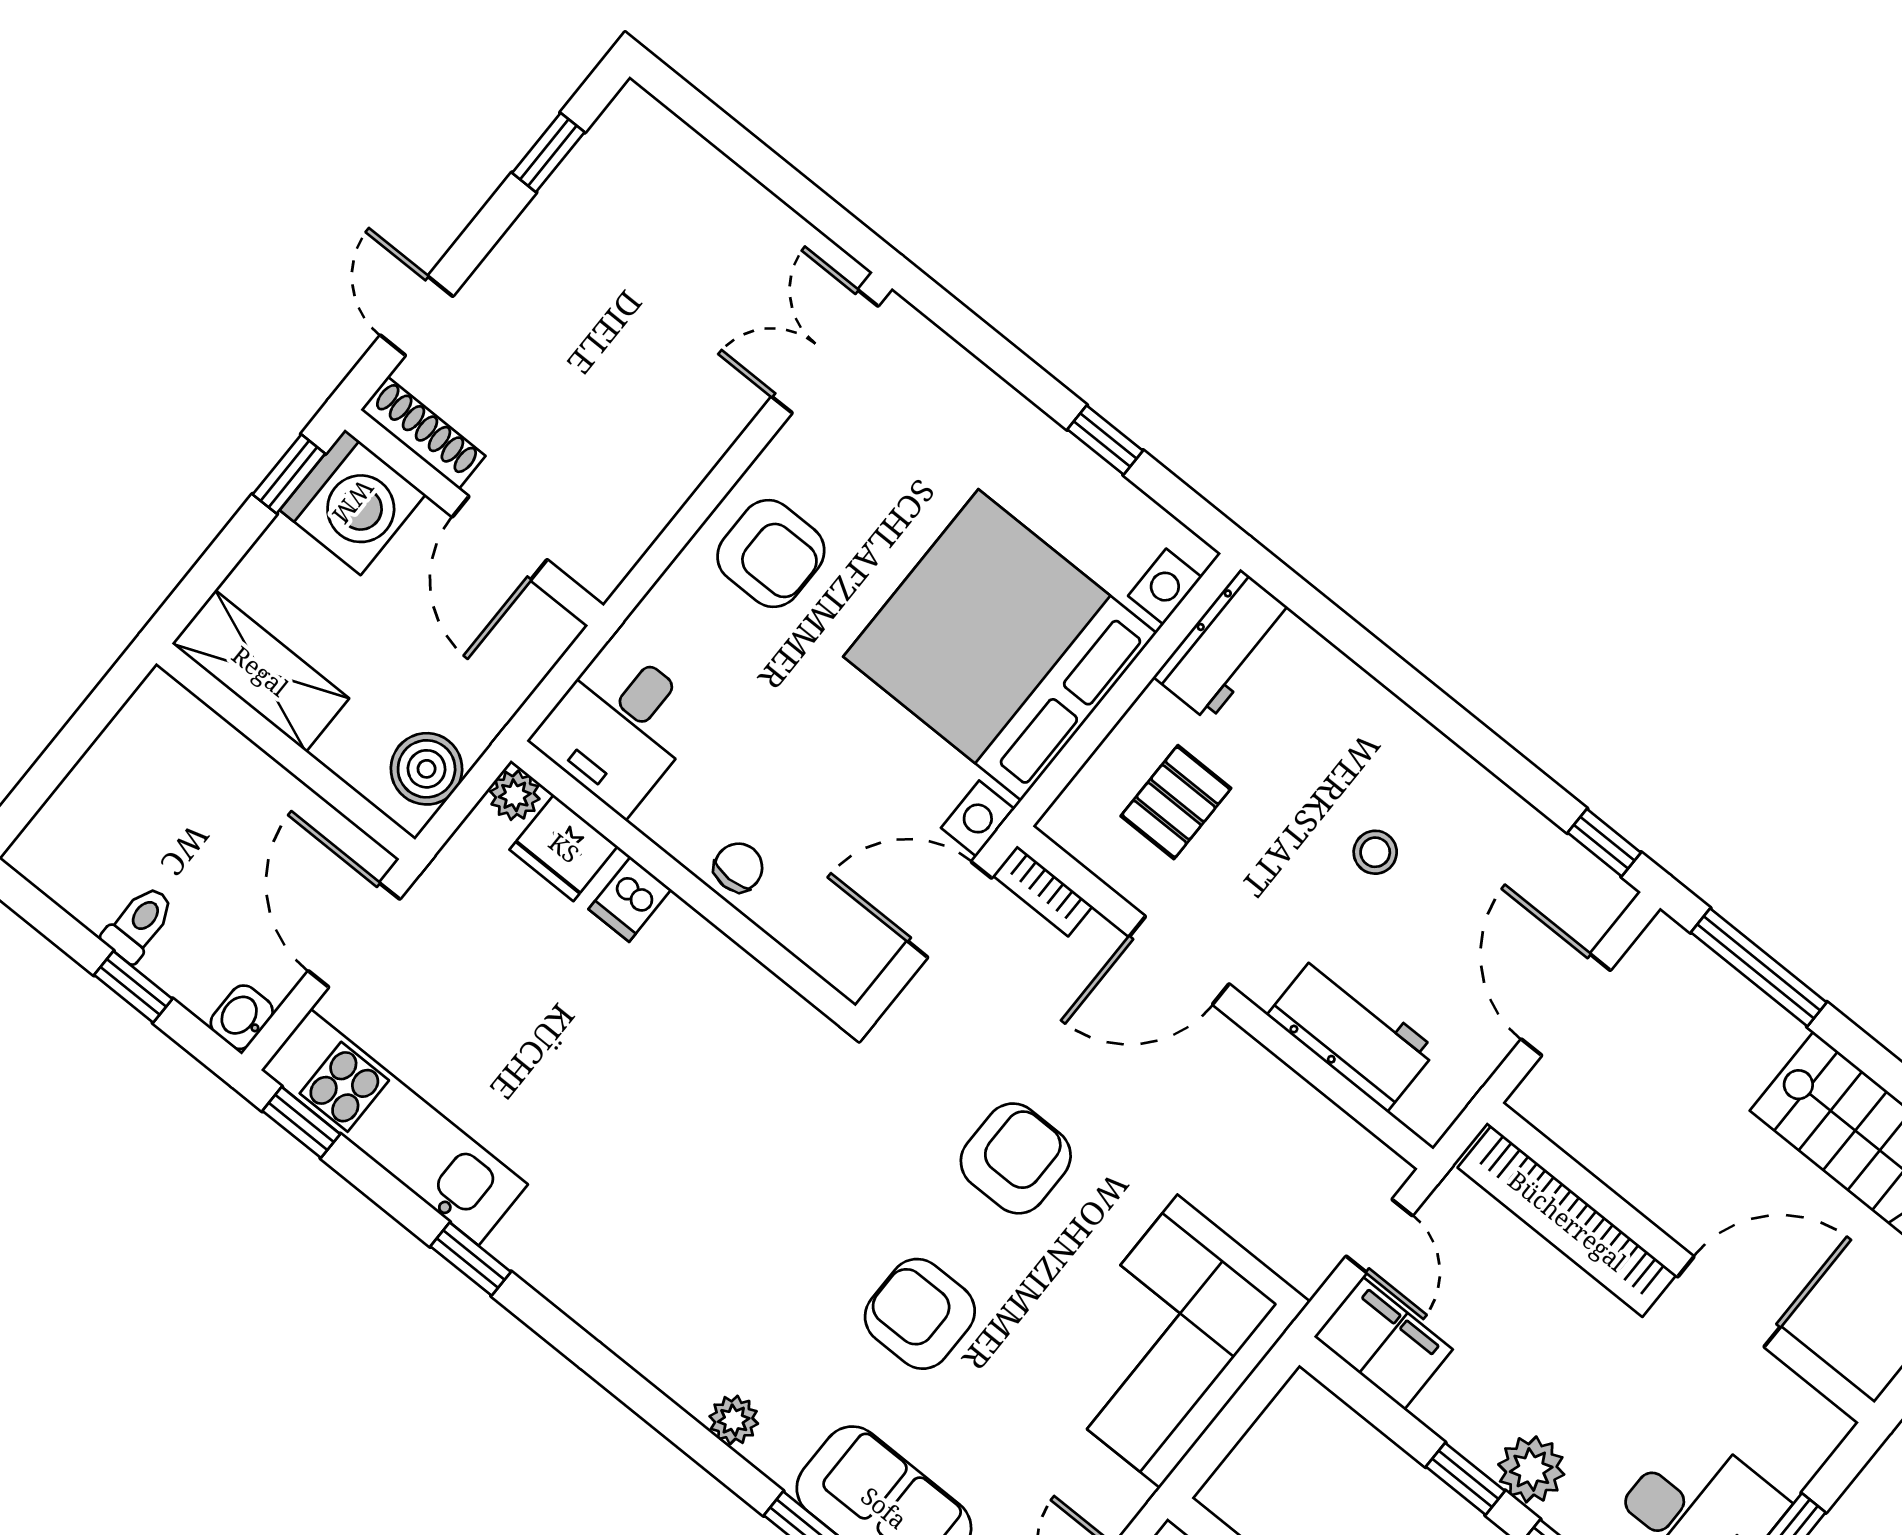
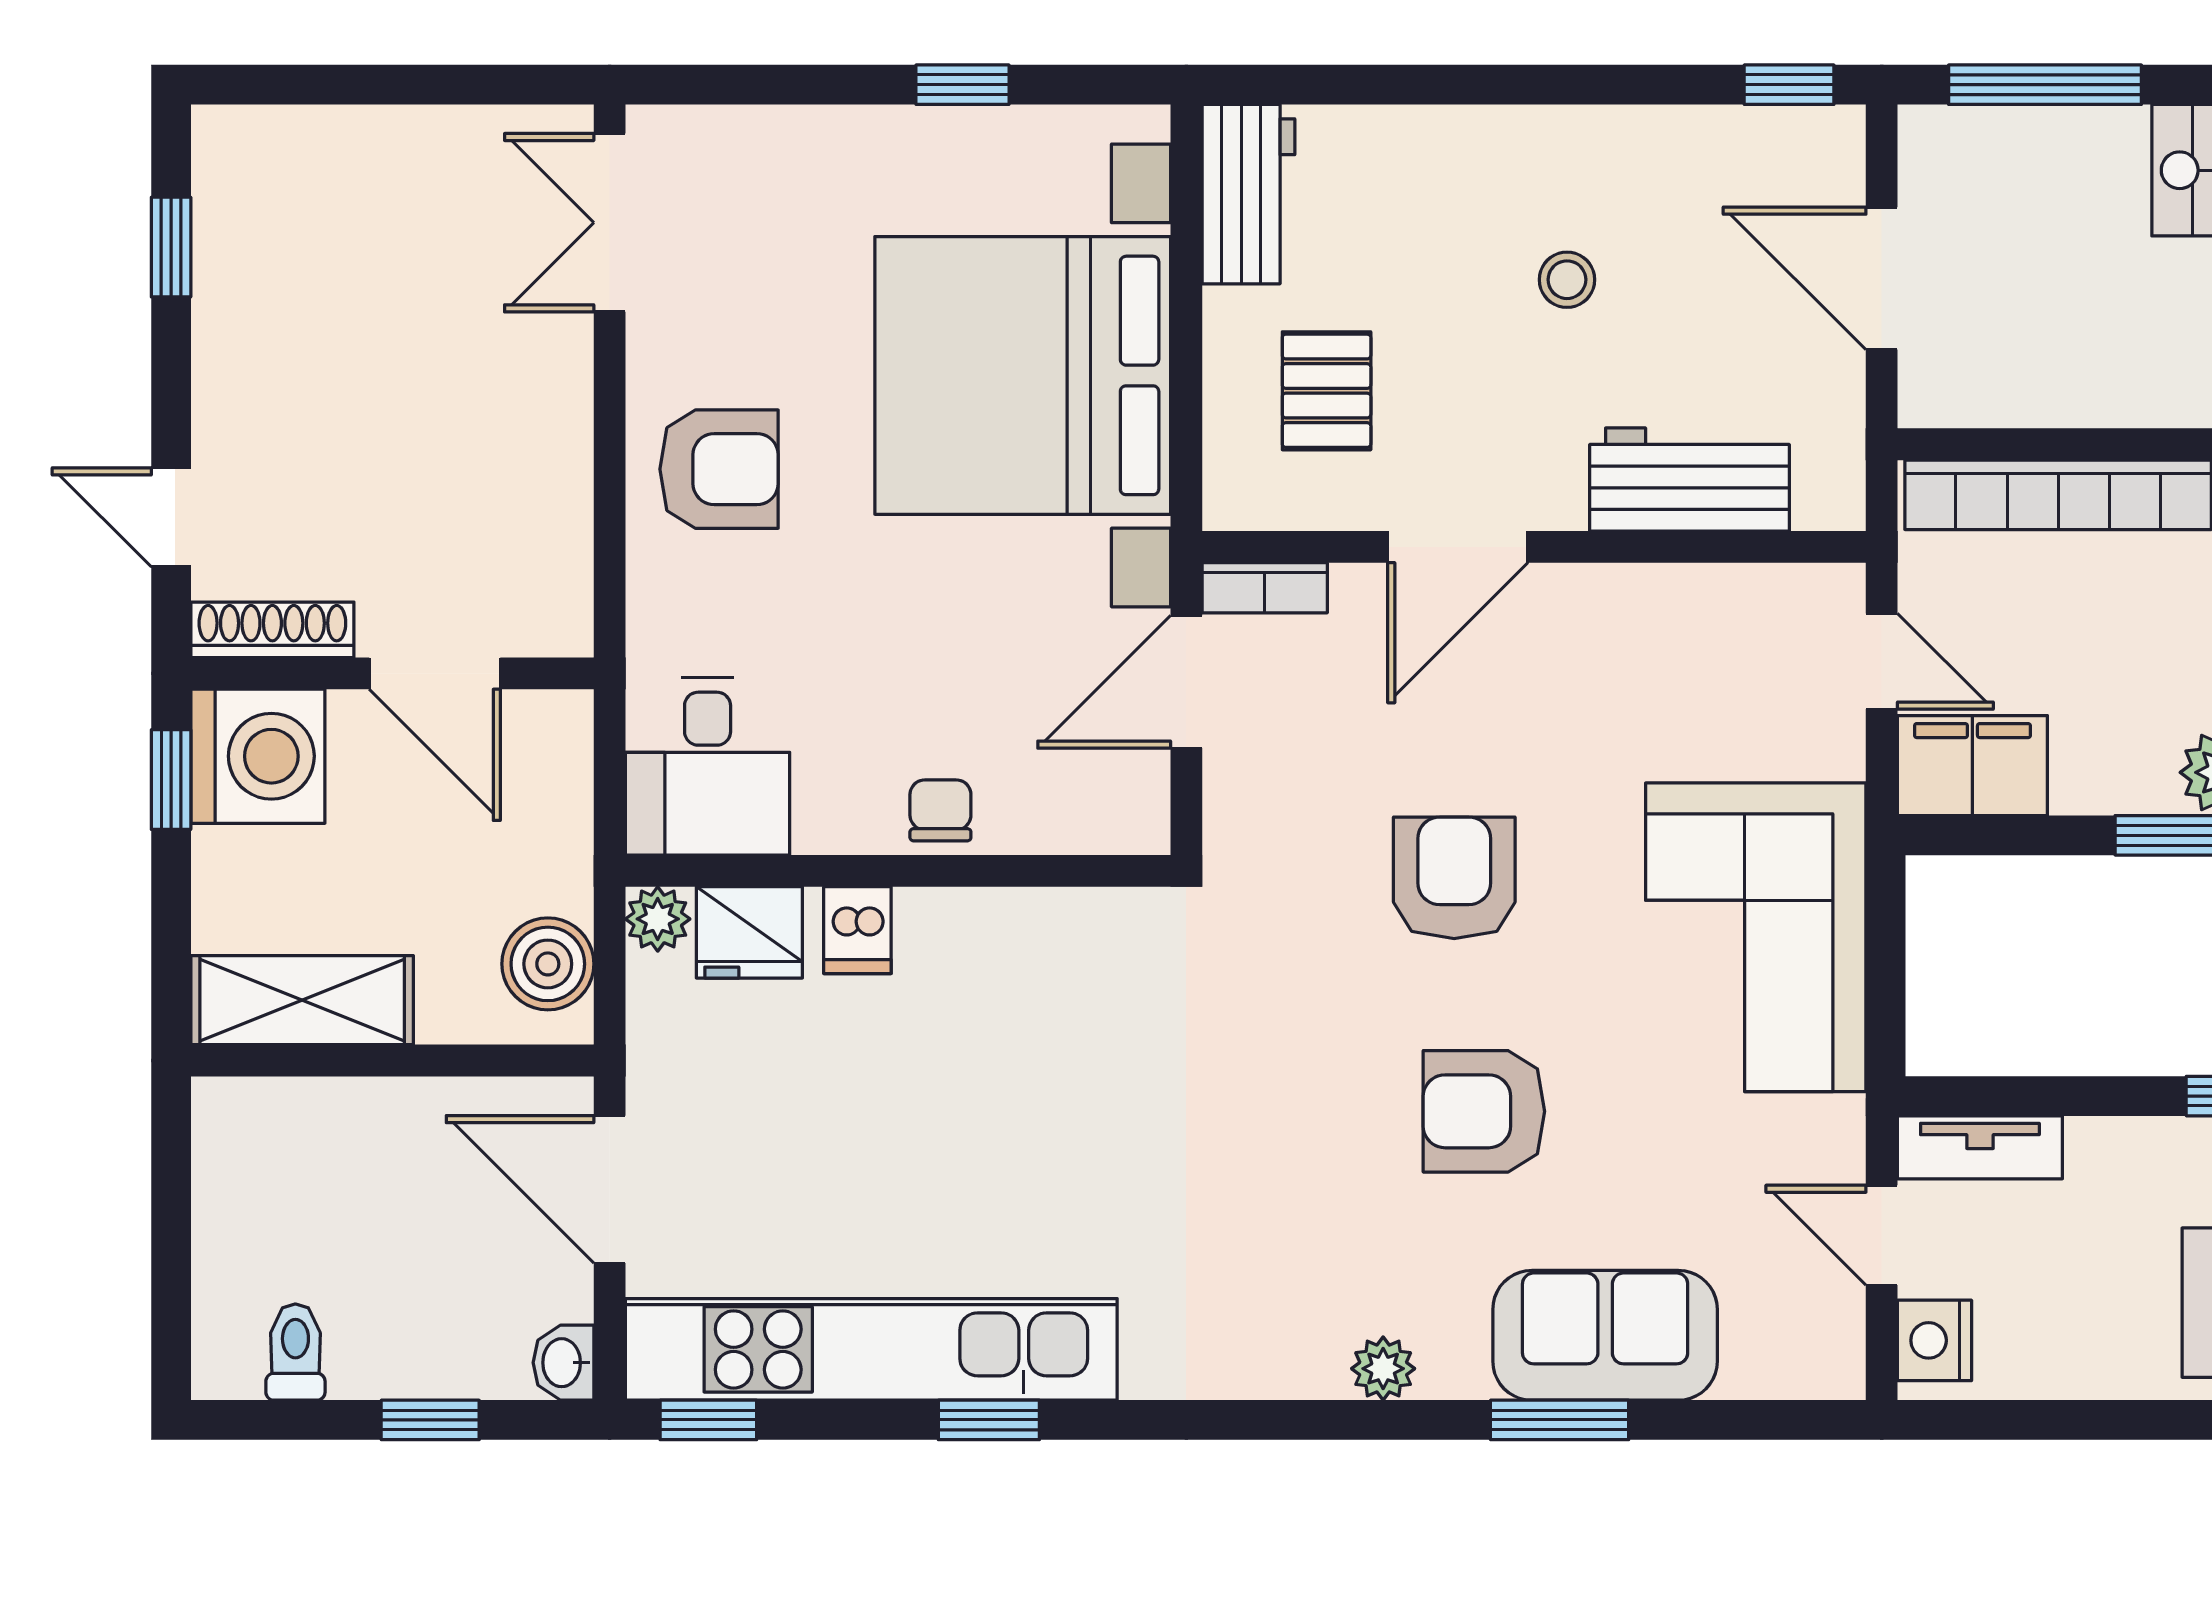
toilet: (139, 924) -> (295, 1352), moved
kitchen unit: (394, 1127) -> (871, 1349), width x1.36

